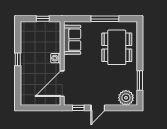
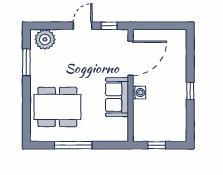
sofa: (72, 40) -> (117, 97), moved
dining table: (117, 47) -> (57, 107), turned 90

